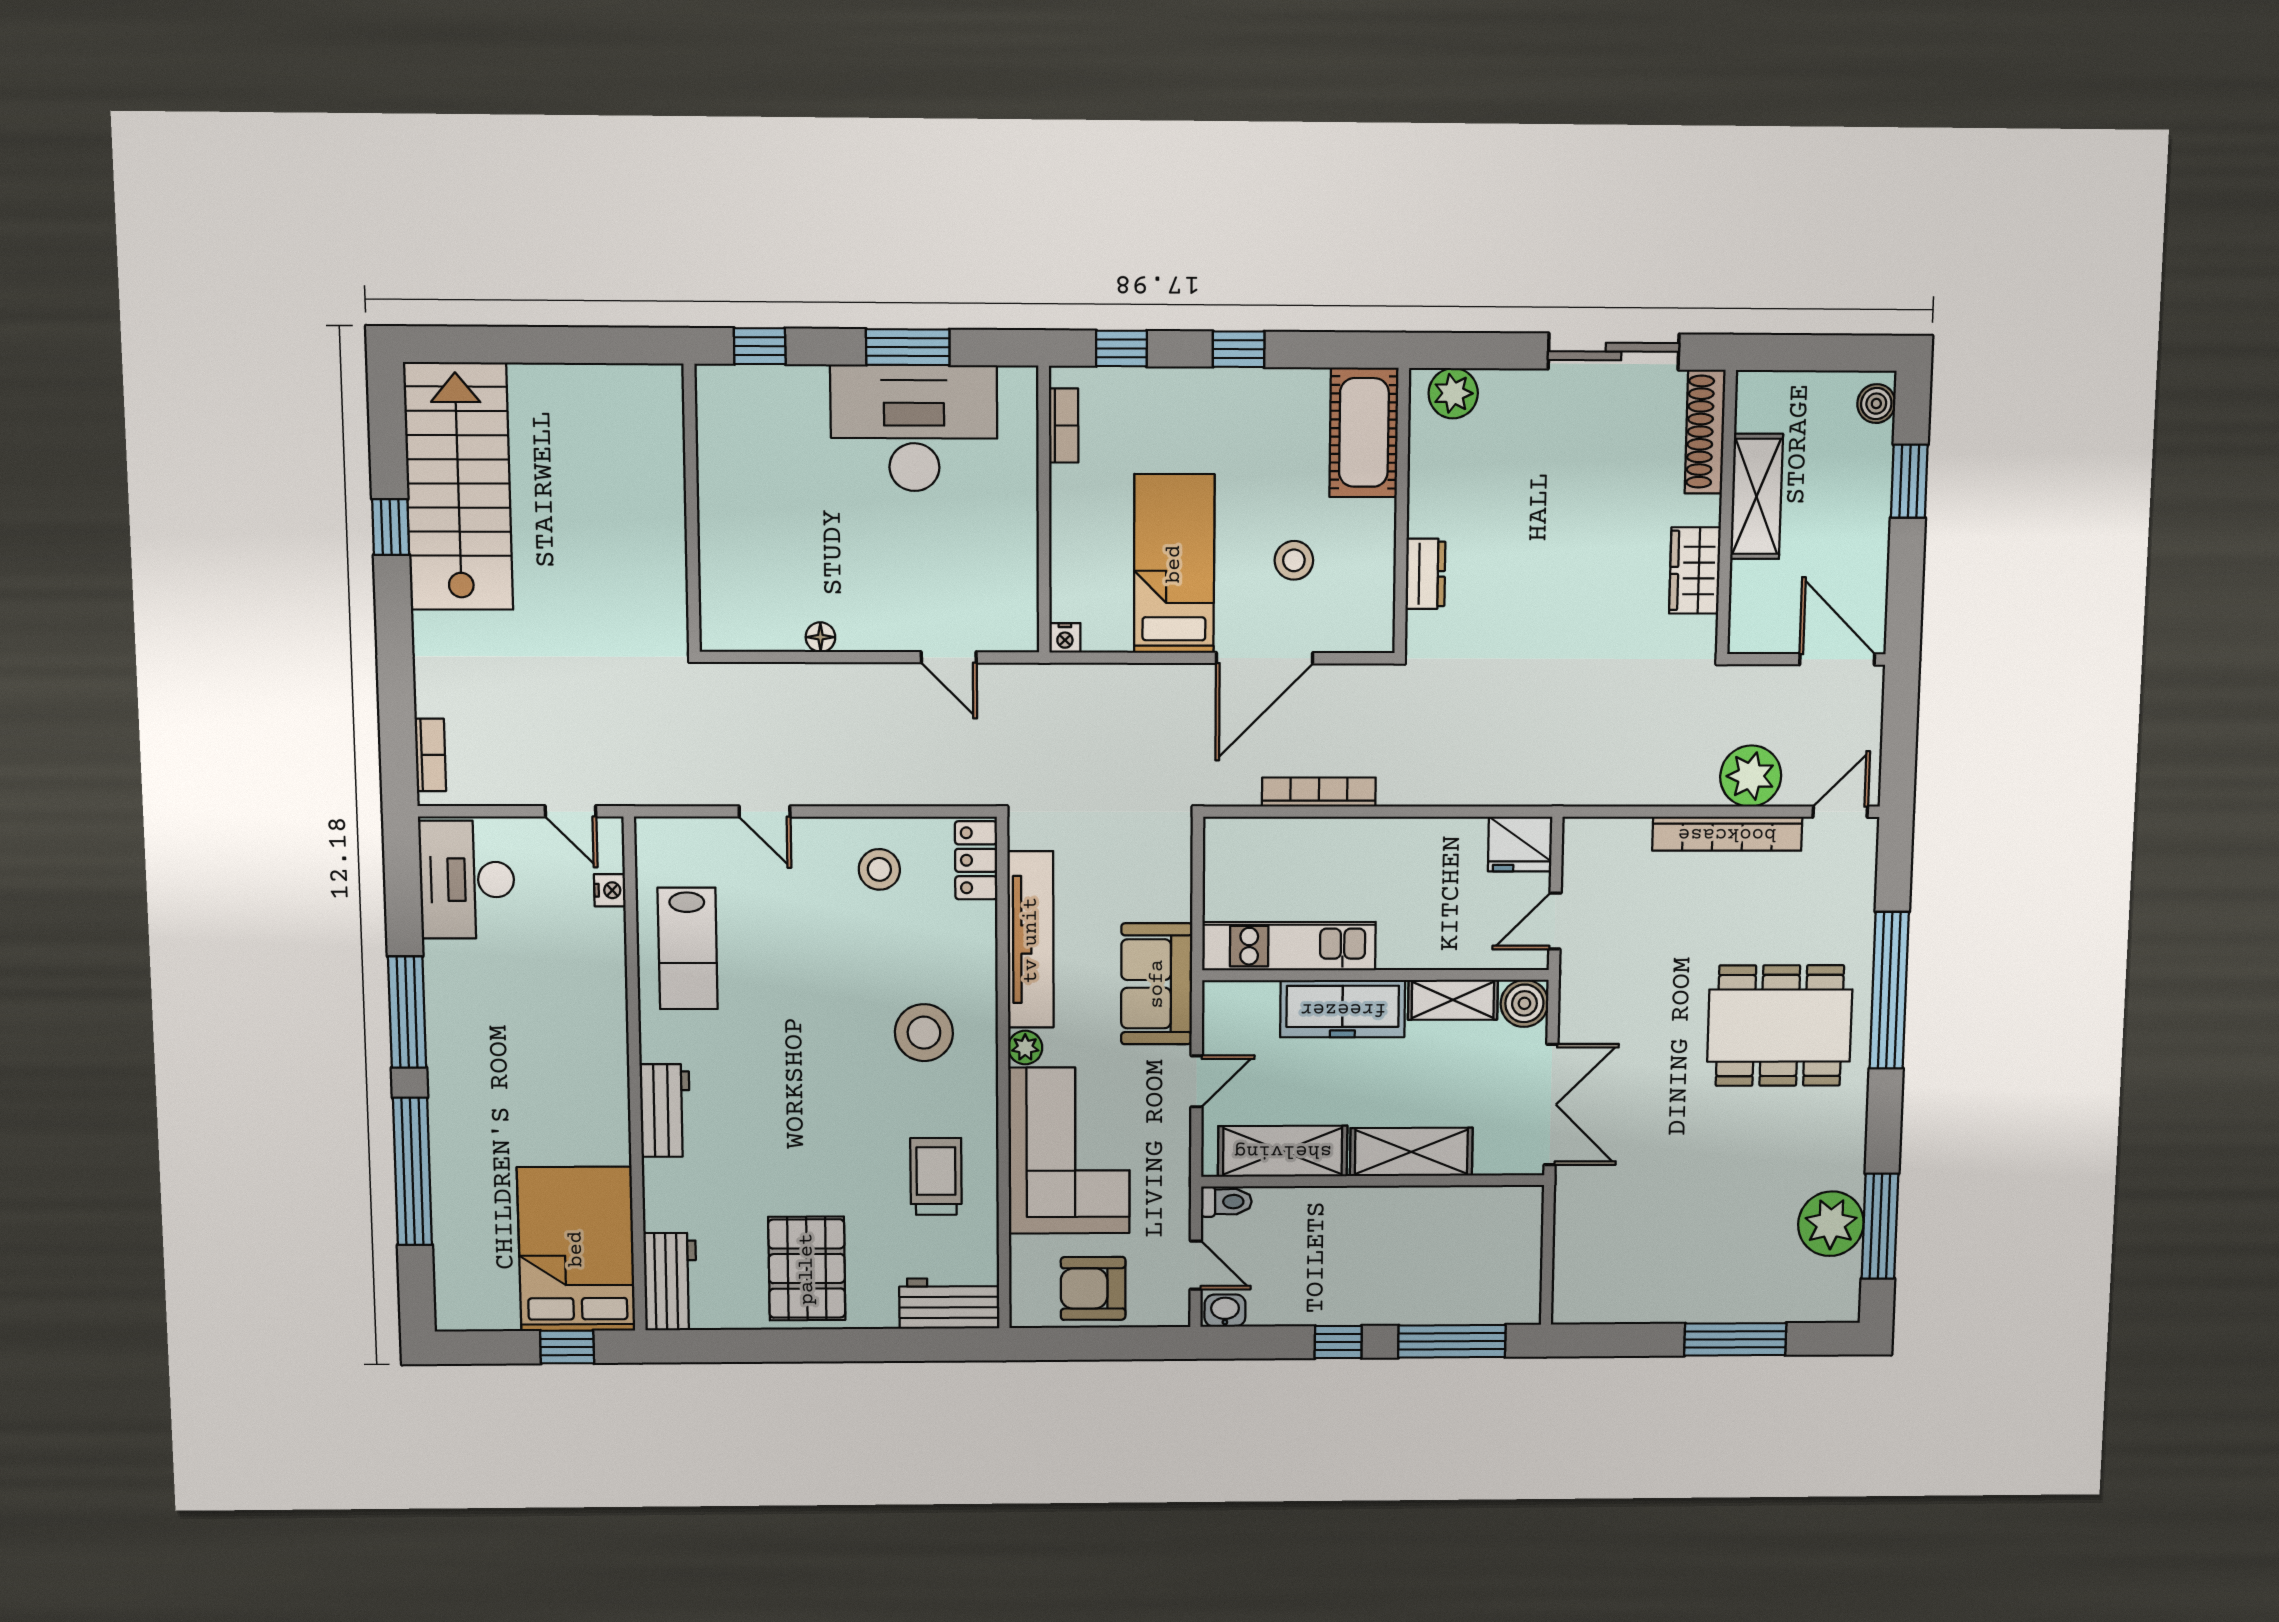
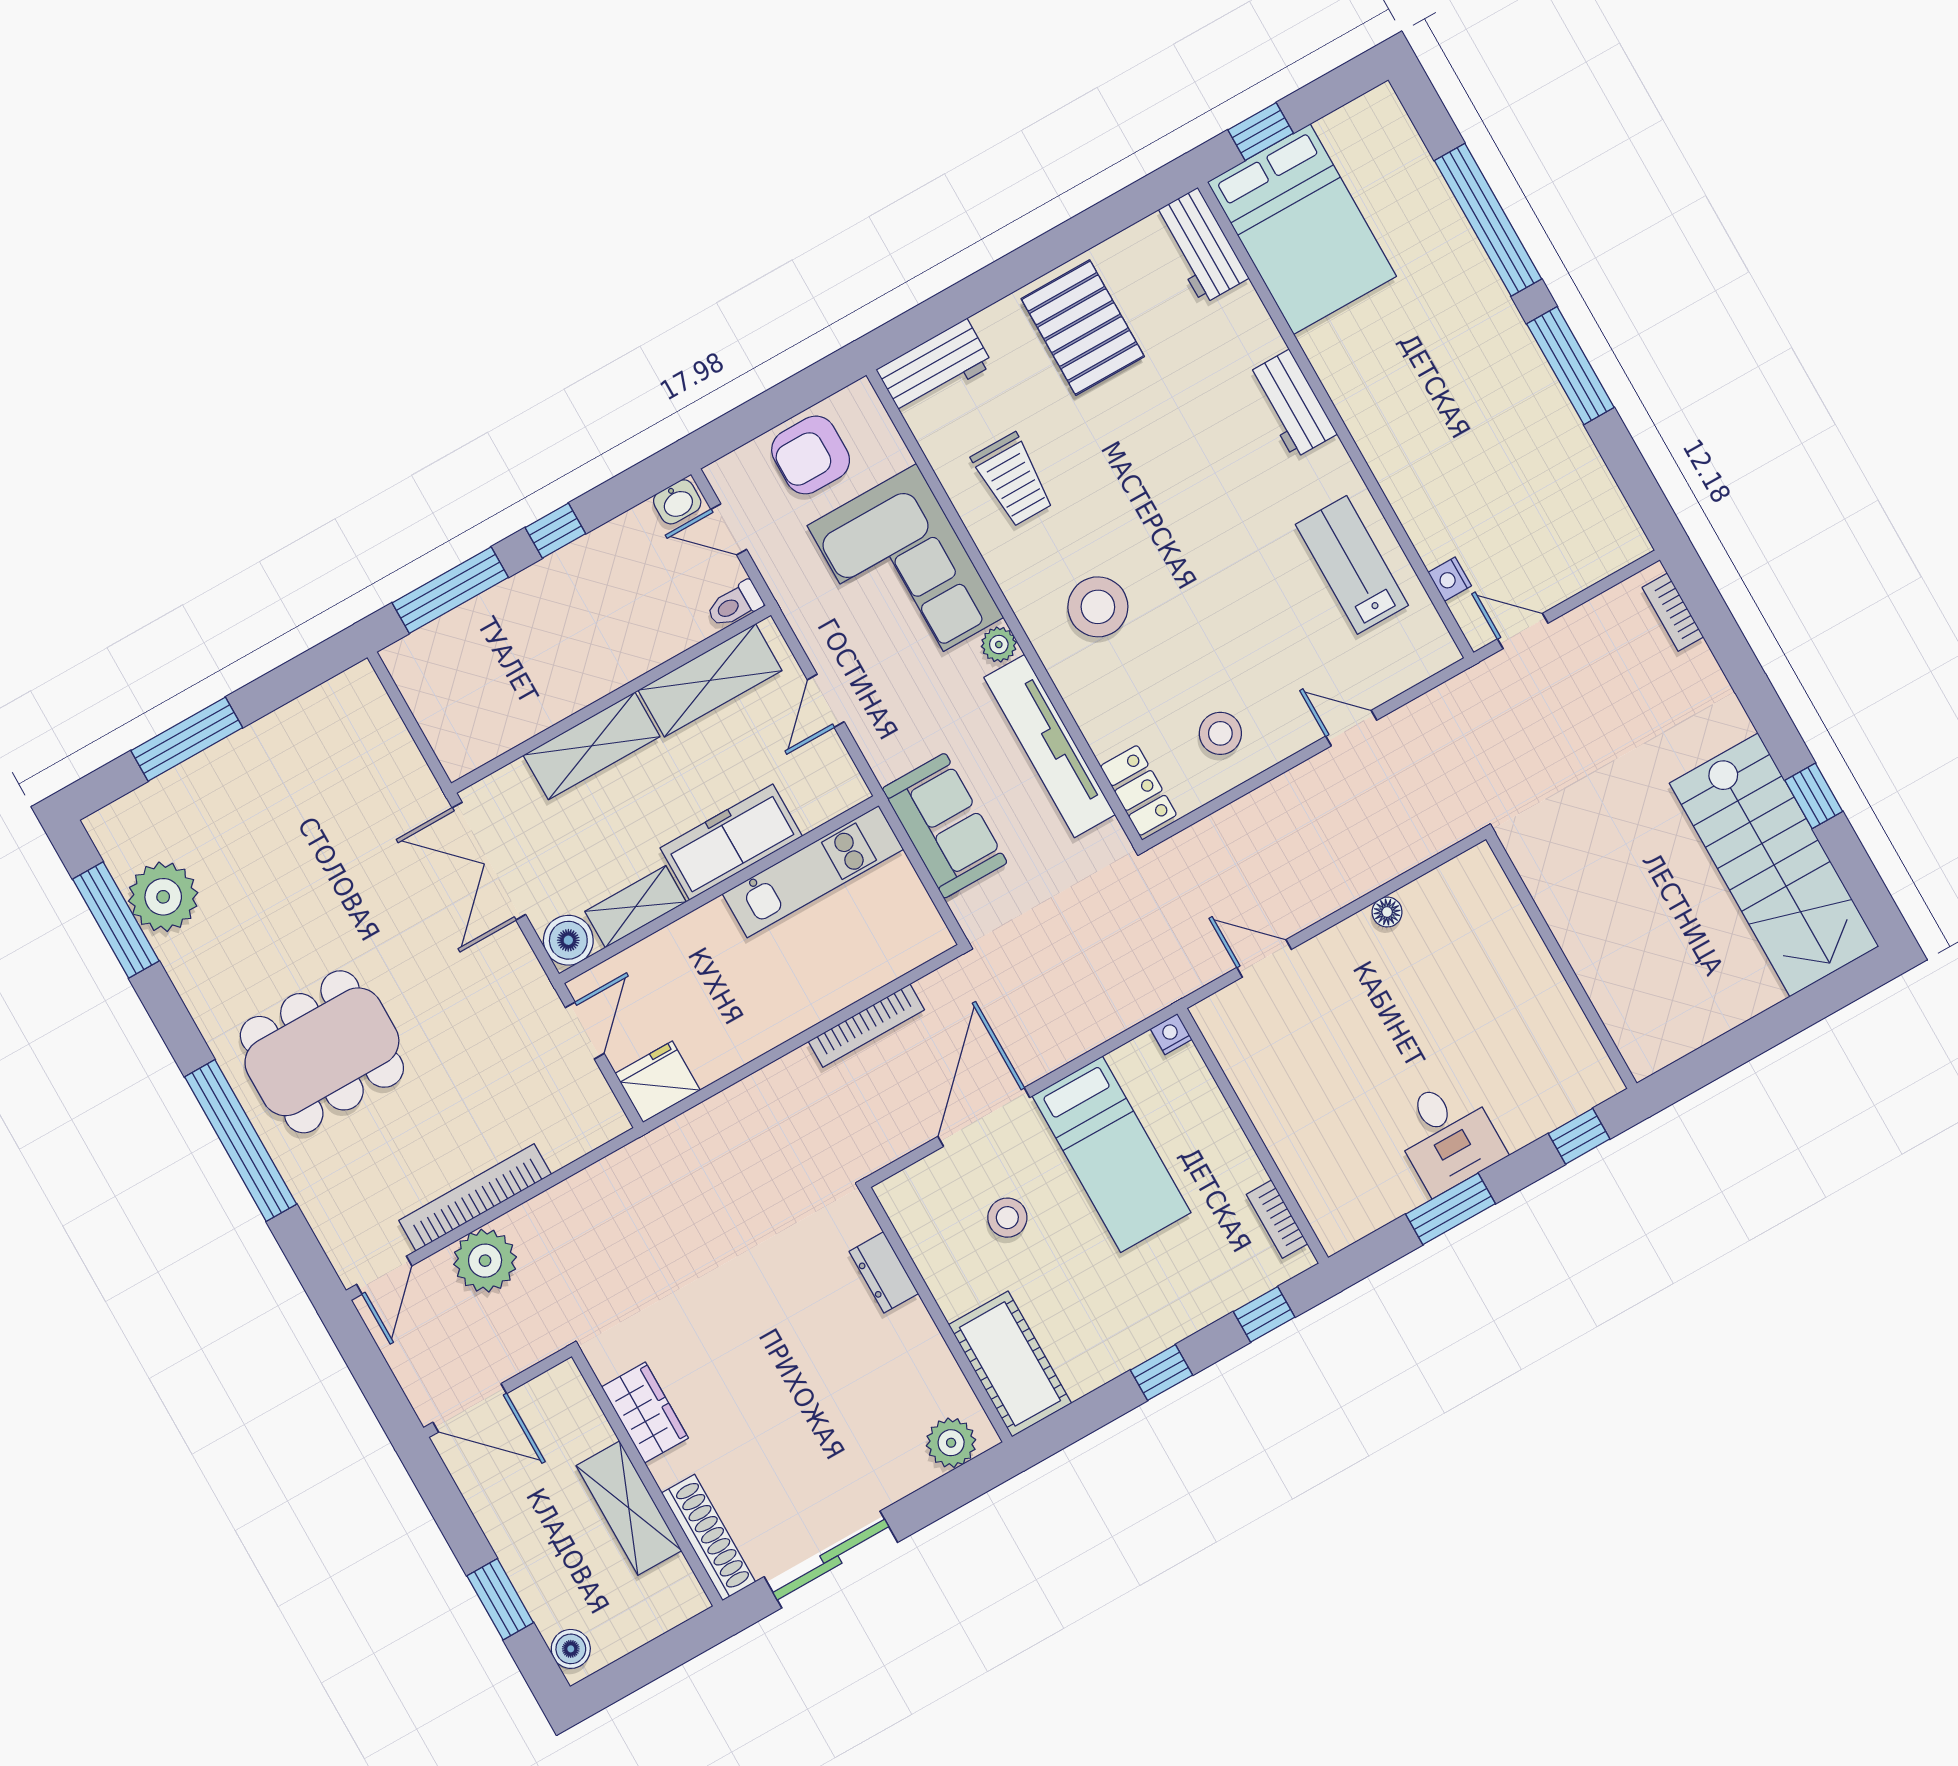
desk: (914, 428) -> (1447, 1135), width x0.53, depth x0.77
desk: (467, 880) -> (1581, 517), removed
sofa: (1157, 984) -> (945, 826), moved
armchair: (1093, 1288) -> (811, 455), turned 180

